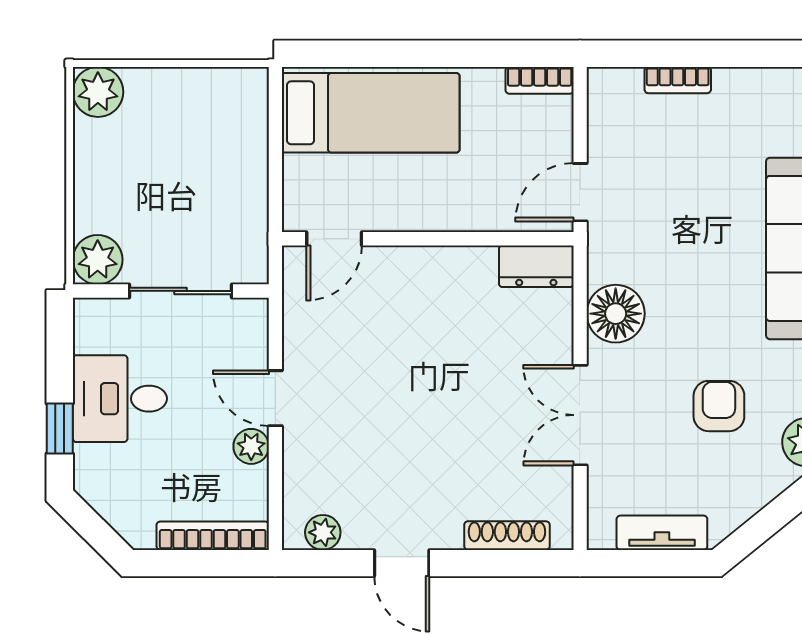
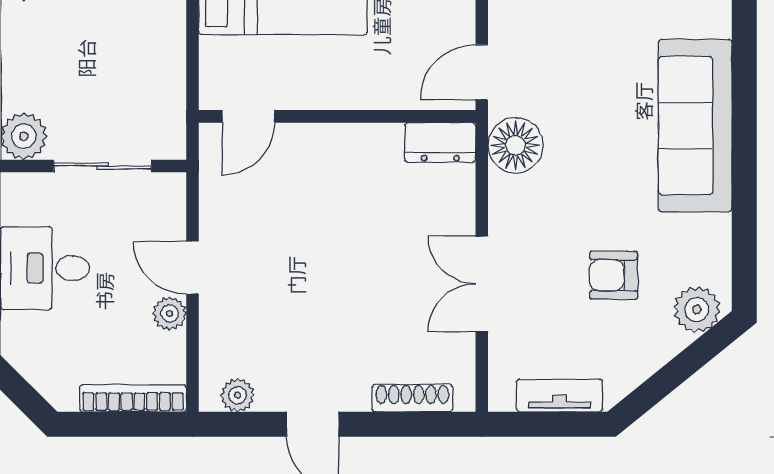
floor lamp: (616, 314) -> (516, 145), moved
armchair: (719, 406) -> (614, 275), turned -90

